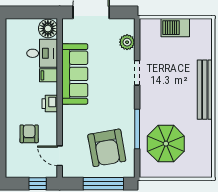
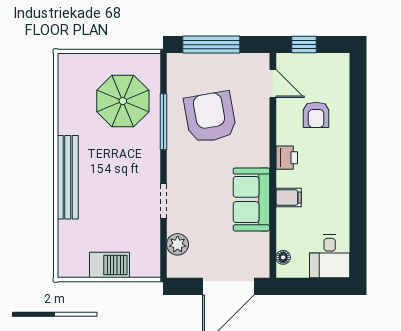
floor lamp: (48, 29) -> (283, 257), width x0.53, depth x0.53
desk: (42, 53) -> (330, 256), moved, turned -90
sofa: (75, 74) -> (252, 199), width x0.73
armchair: (107, 148) -> (210, 117), moved

